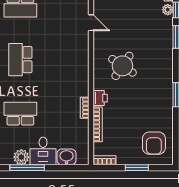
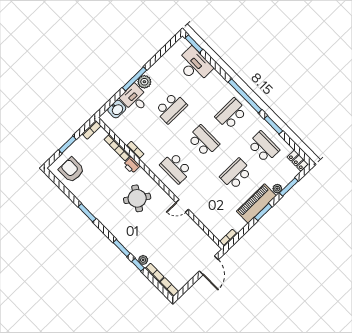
school desk: (65, 60) -> (176, 168), added

